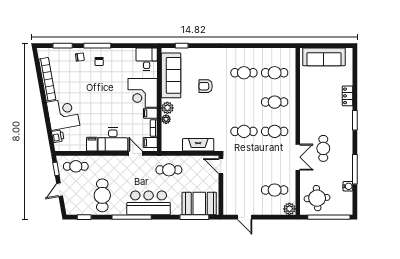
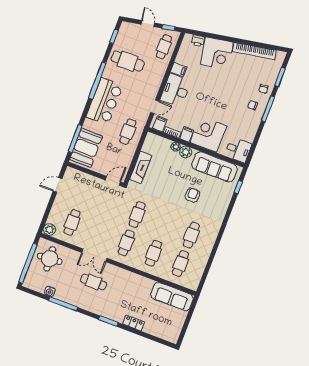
sofa: (324, 57) -> (172, 297), moved, turned -90

